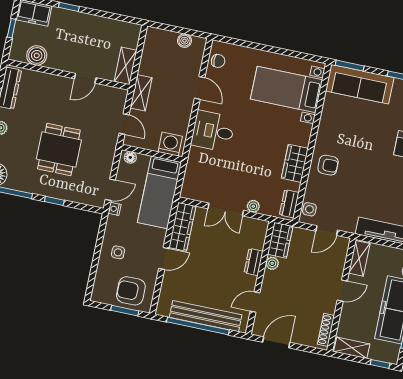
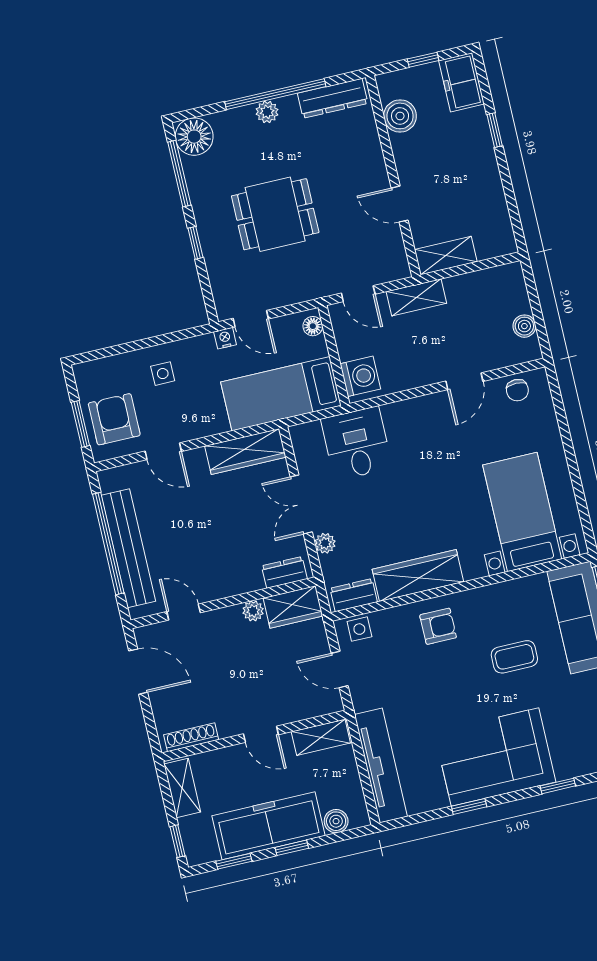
door: (124, 124) -> (358, 294), hinge flipped
desk: (213, 131) -> (357, 443), moved
coffee table: (364, 131) -> (514, 657), added
wardrobe: (295, 163) -> (418, 575), width x1.50
armchair: (328, 165) -> (438, 626), turned -90
door: (164, 259) -> (163, 451), moved
dresser: (254, 262) -> (284, 572), moved

